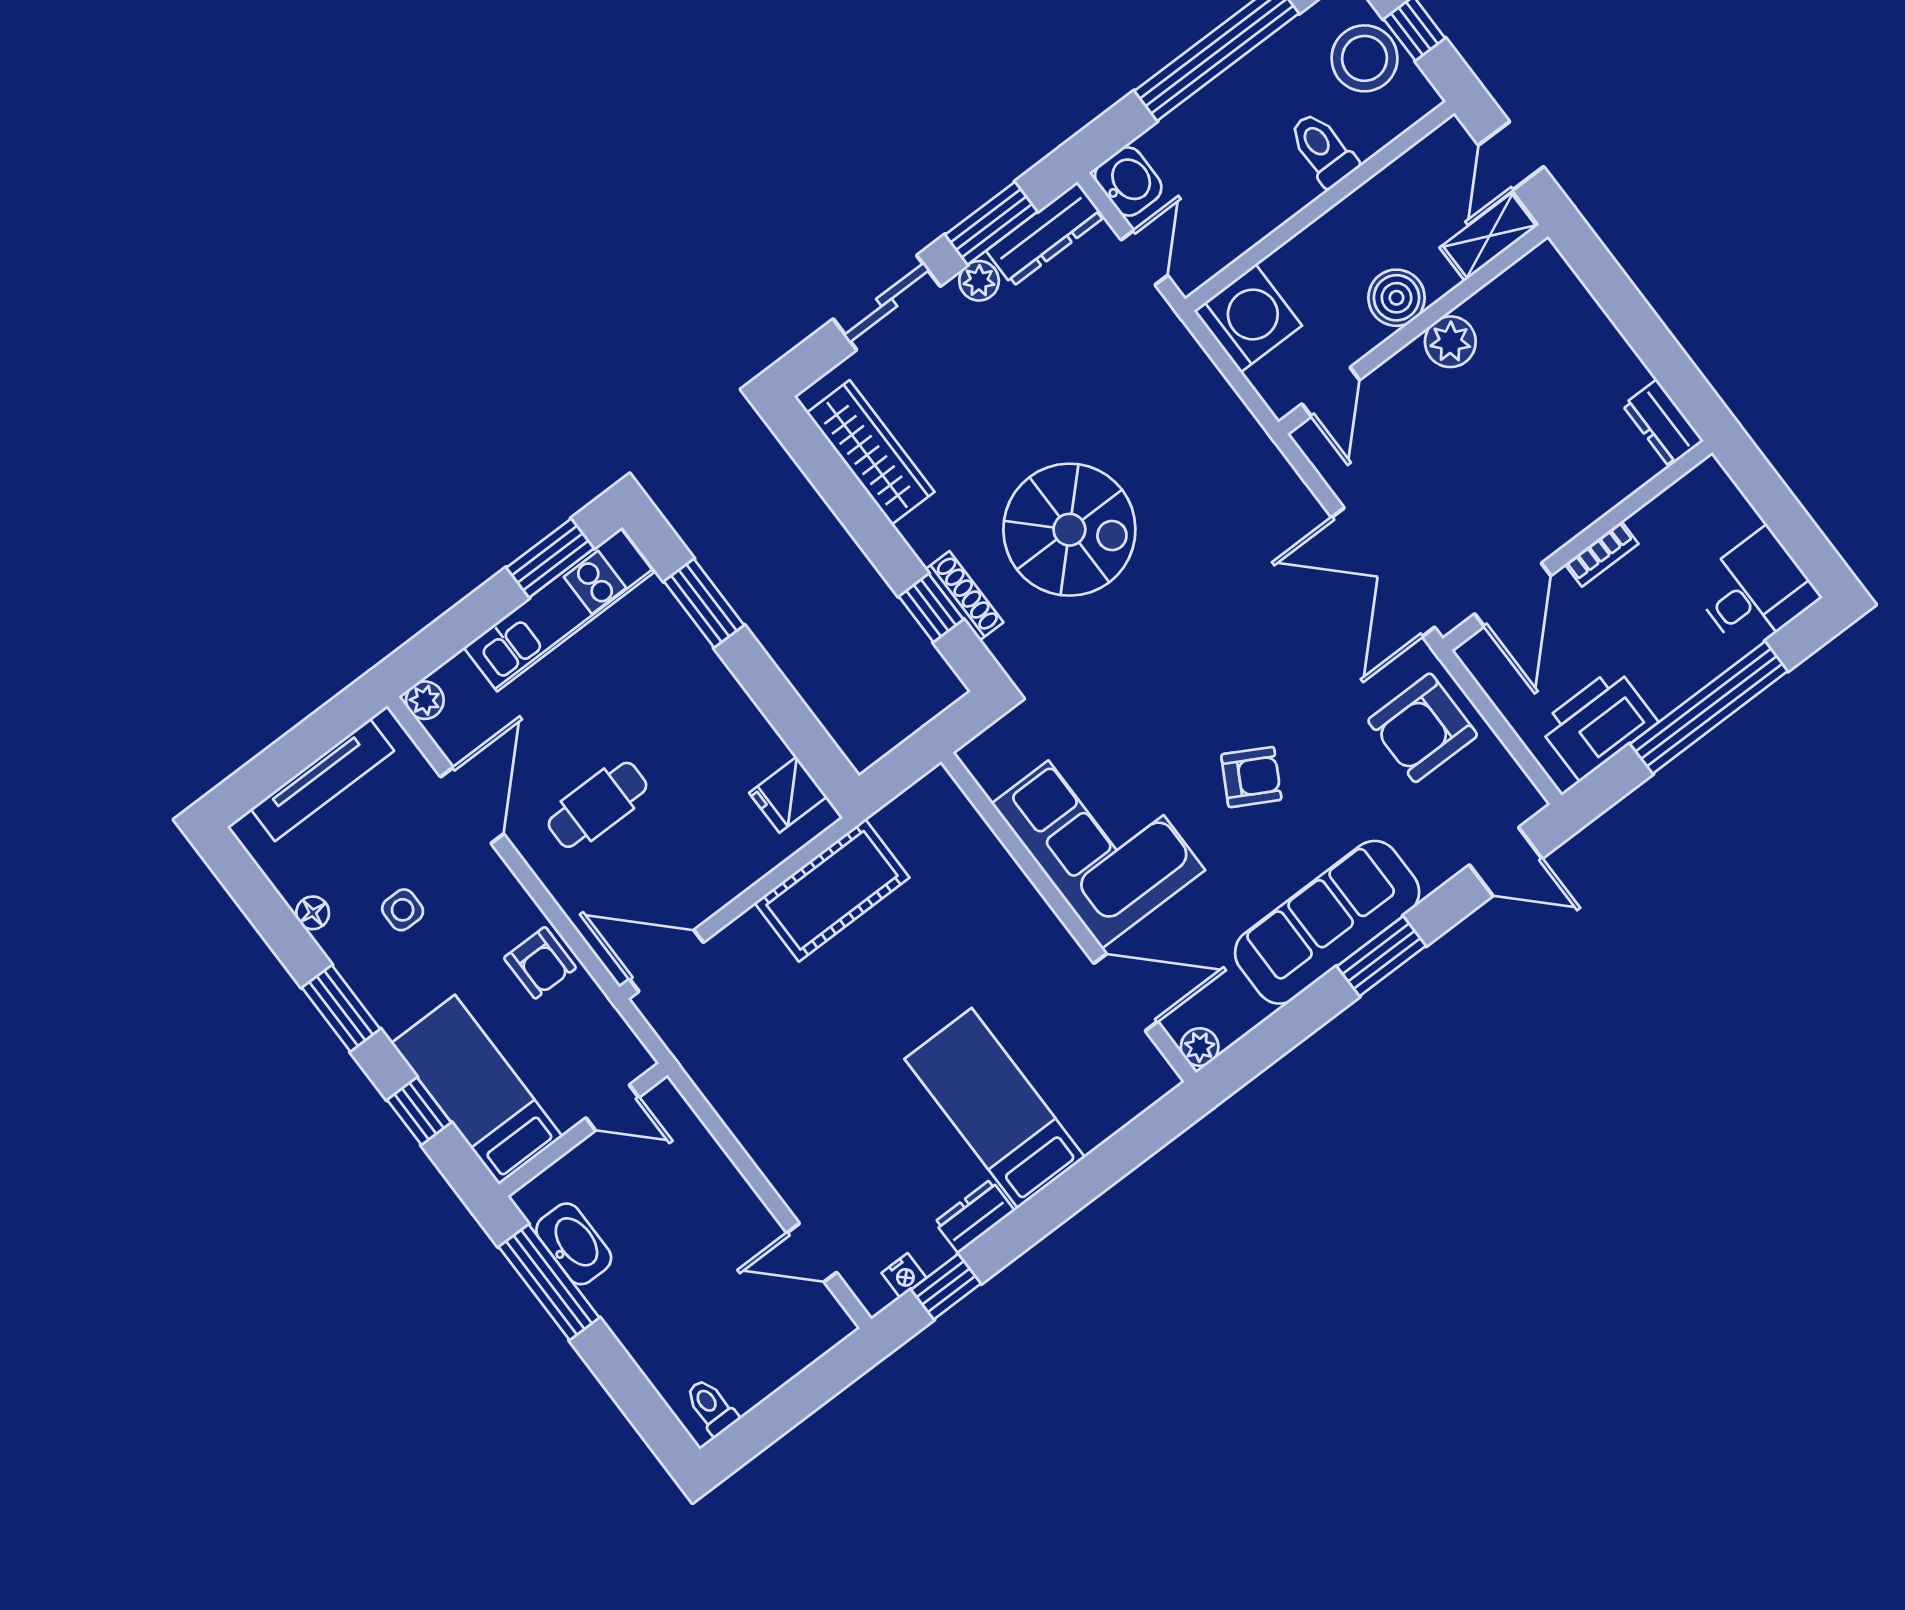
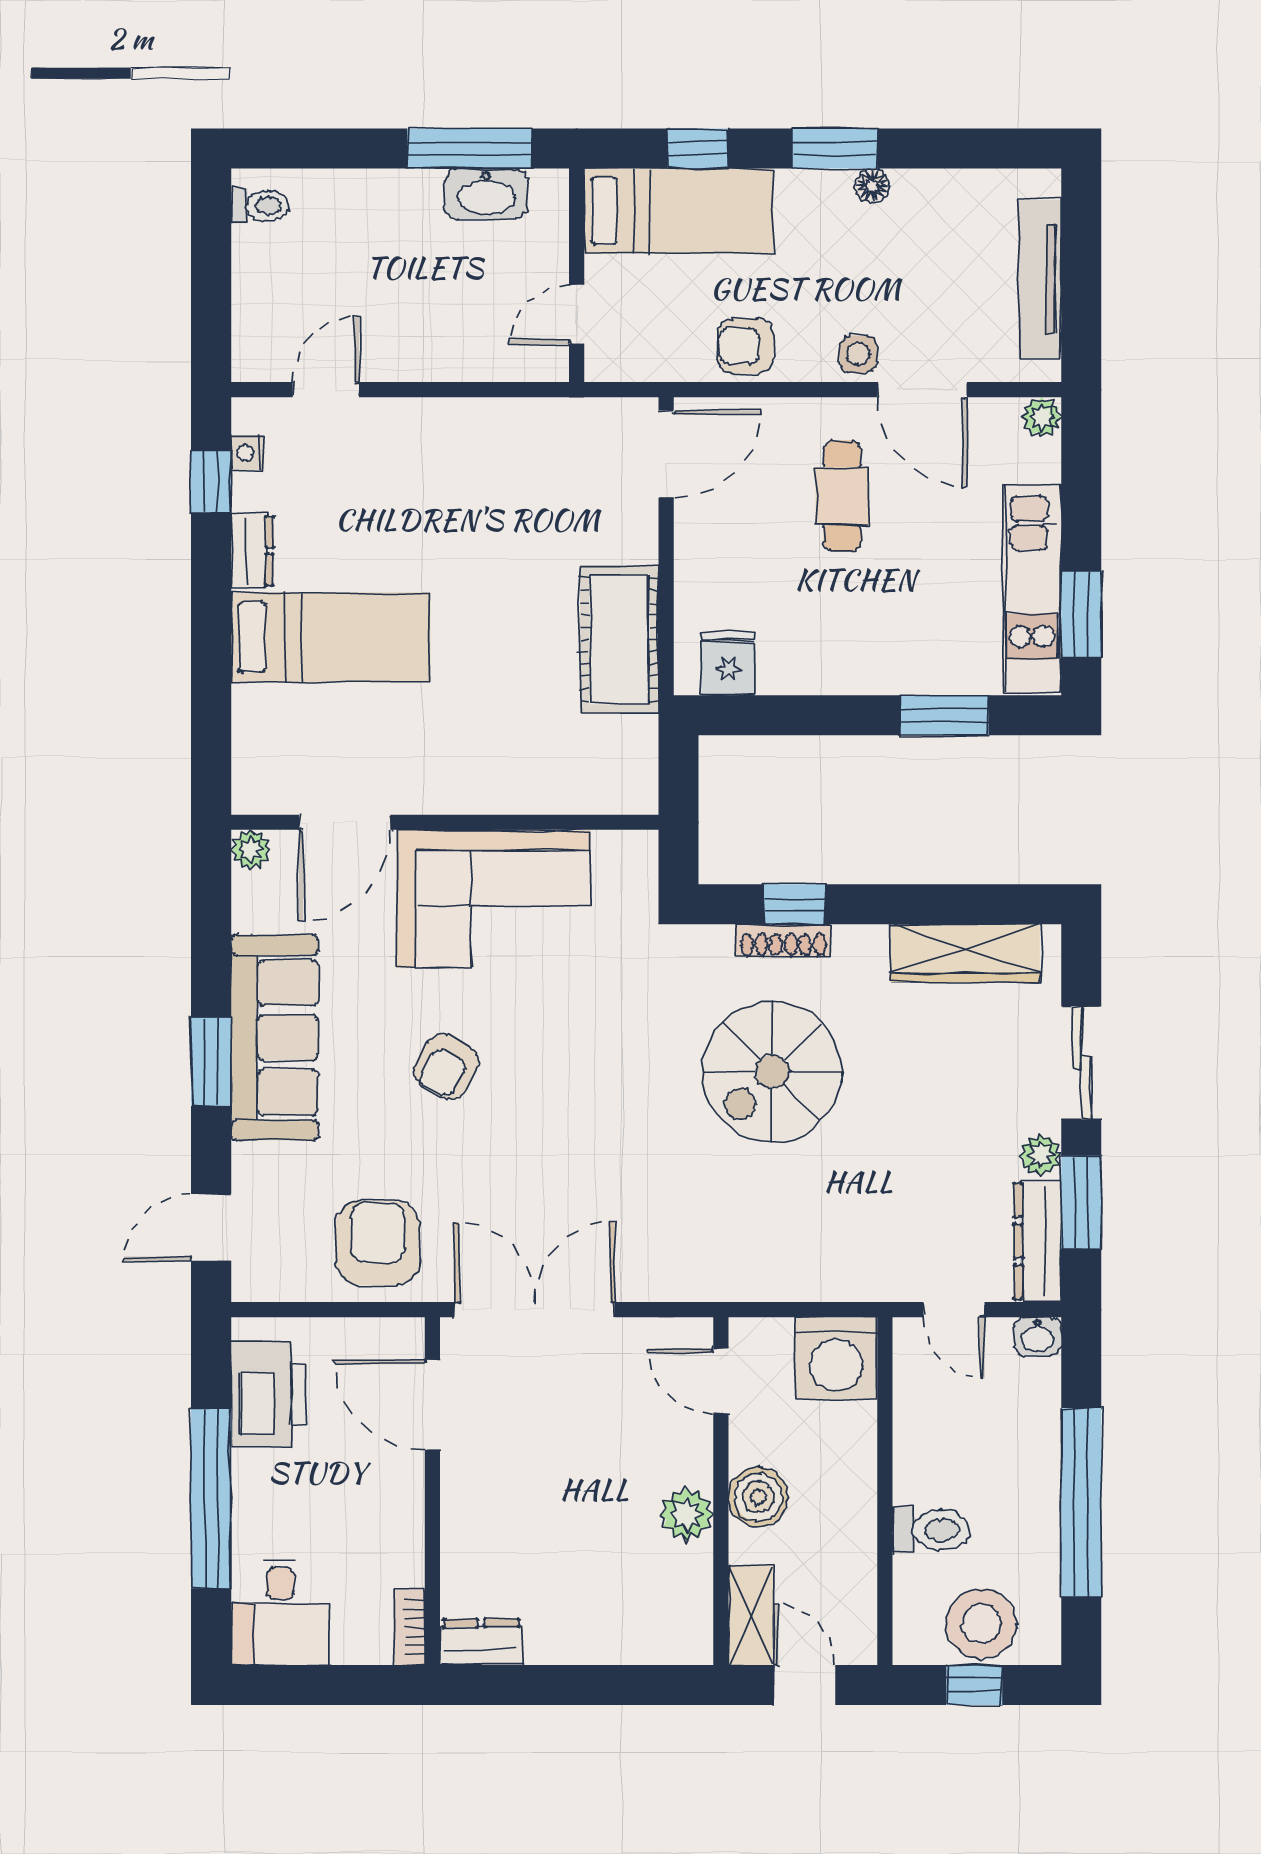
washbasin: (1128, 182) -> (1038, 1336), width x0.72, depth x0.69
bookcase: (1602, 554) -> (410, 1627), moved
side table: (403, 910) -> (858, 354), moved
floor lamp: (313, 913) -> (872, 186), moved

